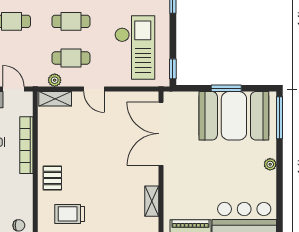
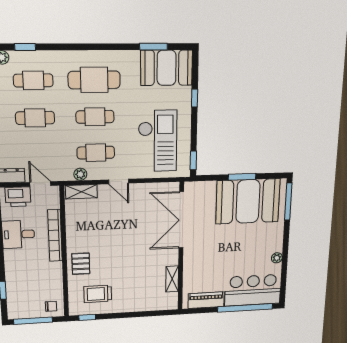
plant: (270, 164) -> (277, 258), moved

